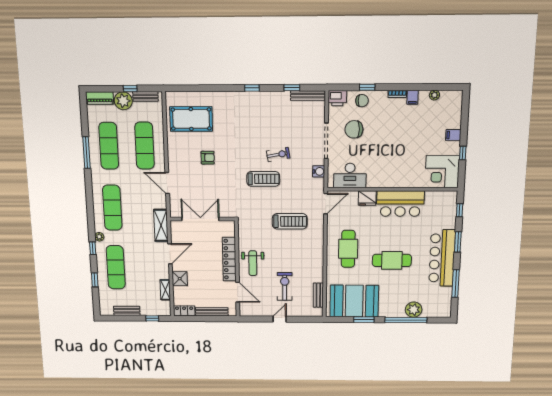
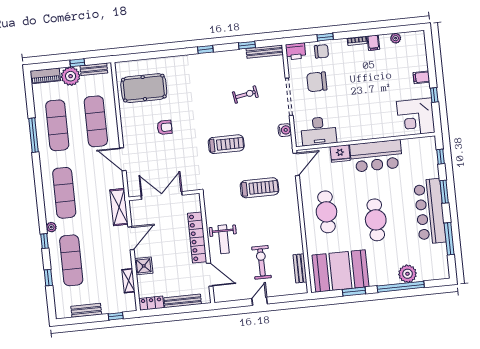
exercise bike: (278, 155) -> (245, 95), moved
cafe table: (392, 260) -> (376, 220), turned 90

